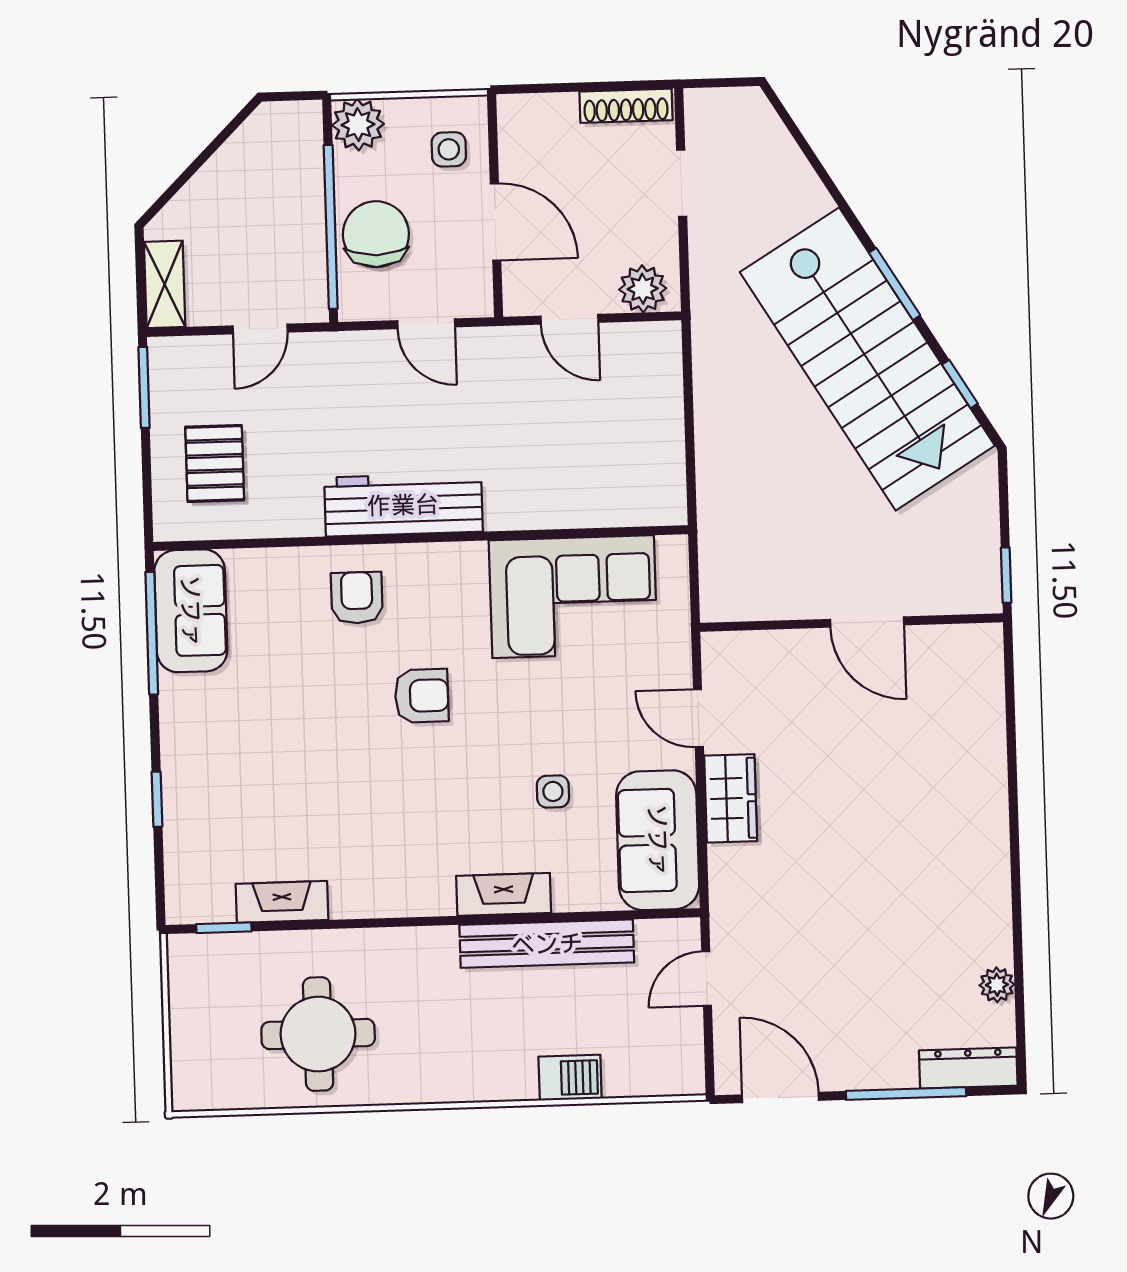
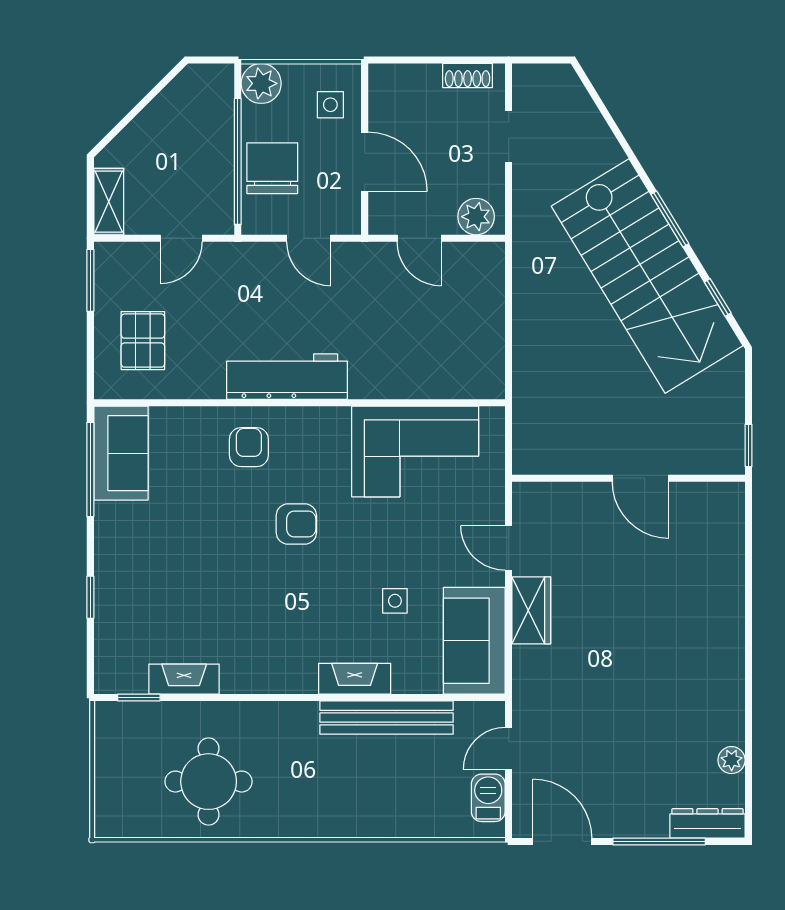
shoe rack: (626, 106) -> (468, 76), width x0.70
barbecue: (570, 1078) -> (488, 798), moved, turned -90

